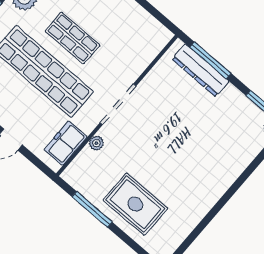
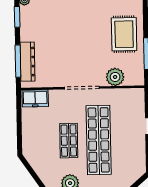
freezer: (66, 143) -> (35, 98), moved
plant: (96, 143) -> (115, 77), width x1.87, depth x1.87

